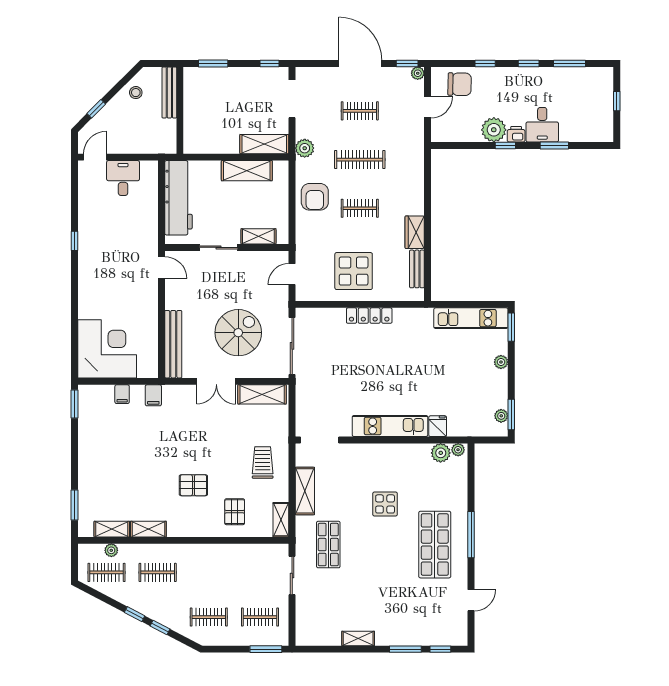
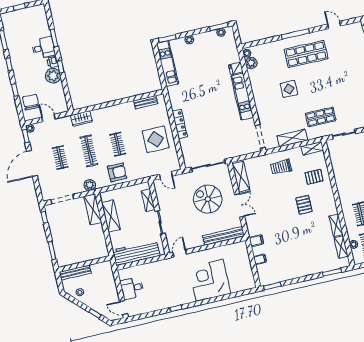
wardrobe: (415, 232) -> (81, 118), moved
corner desk: (107, 349) -> (210, 280), moved

